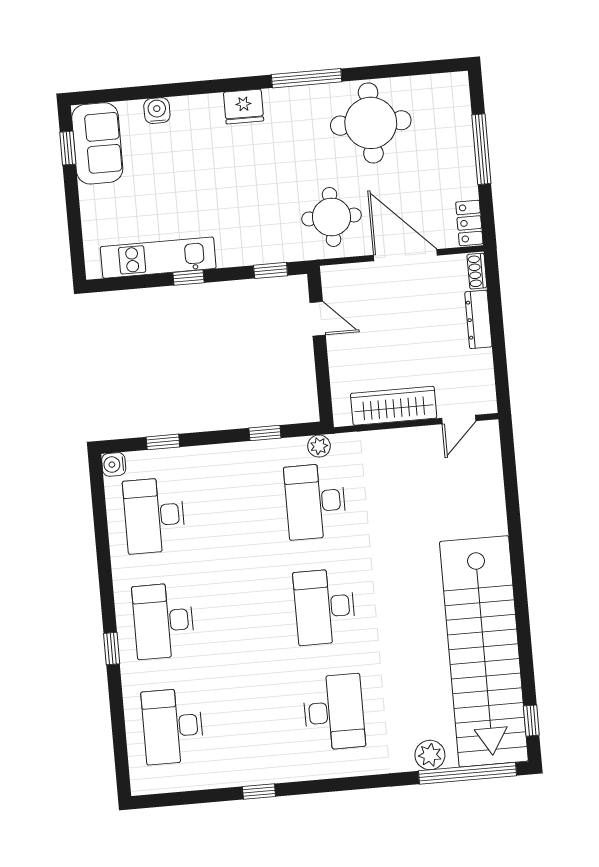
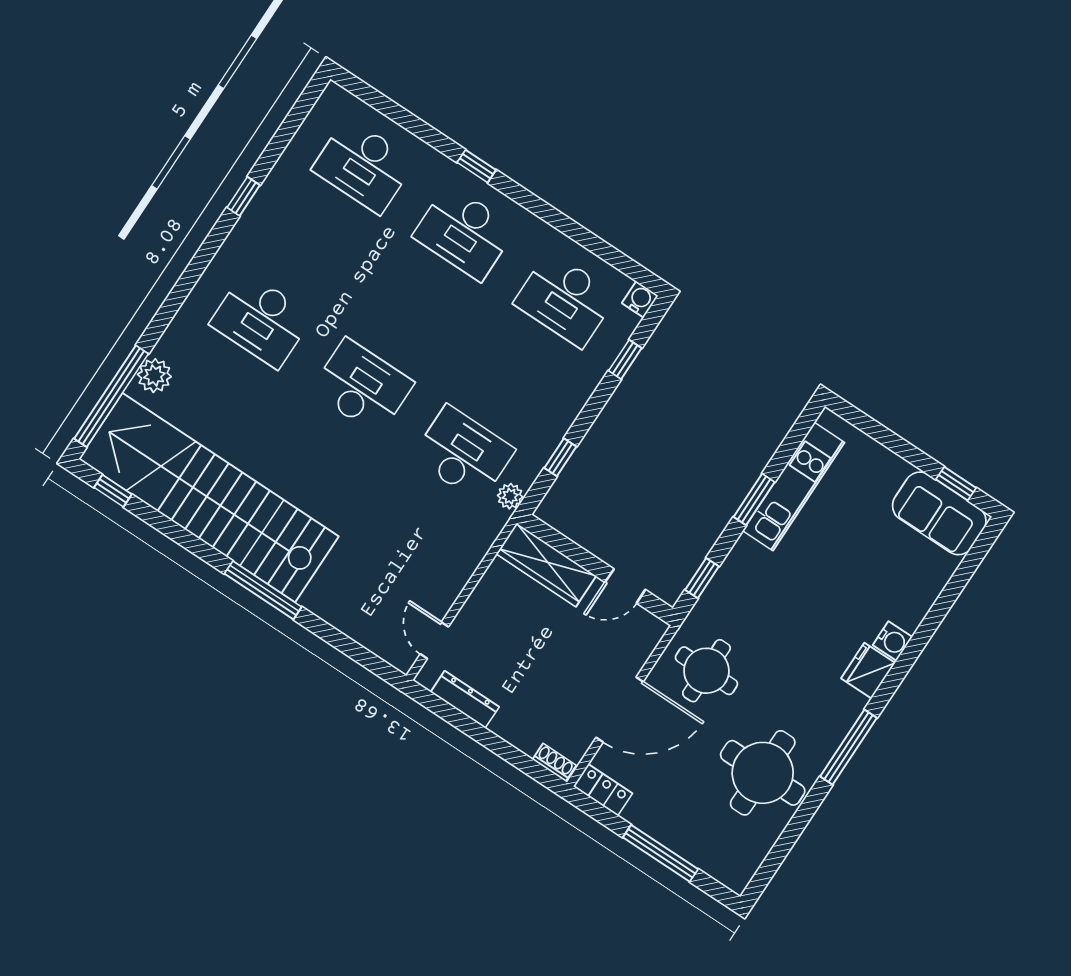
water cooler: (157, 111) -> (893, 641), moved
window: (188, 278) -> (754, 499), width x1.50
dresser: (478, 319) -> (465, 699), moved
wardrobe: (394, 406) -> (546, 565), moved, turned 90
desk: (154, 515) -> (565, 299), turned 180
window: (518, 564) -> (263, 590), added
desk: (163, 621) -> (464, 232), turned 180
desk: (173, 726) -> (363, 166), turned 180

